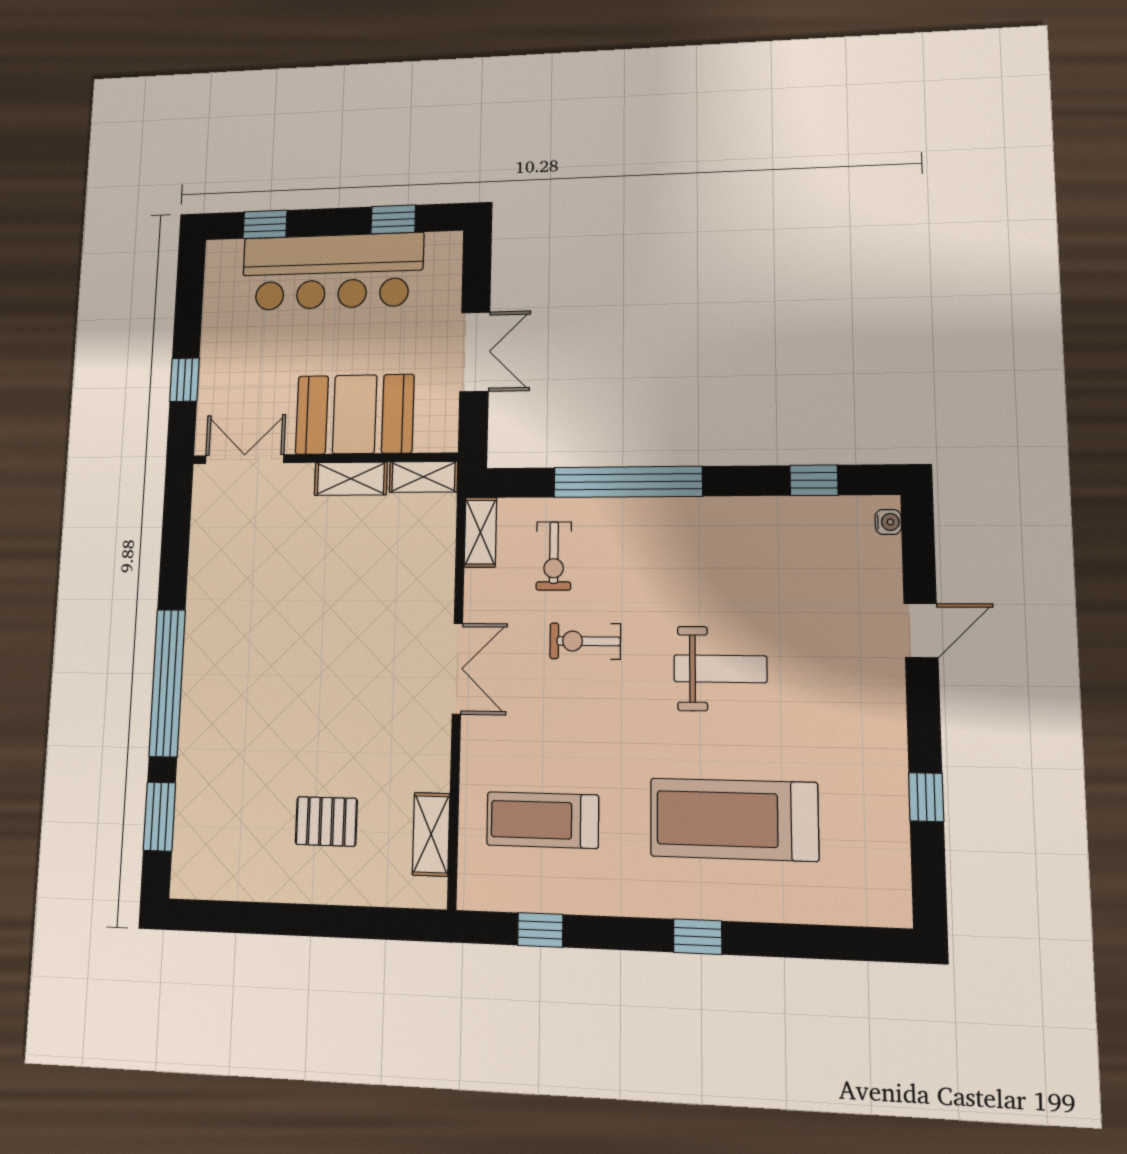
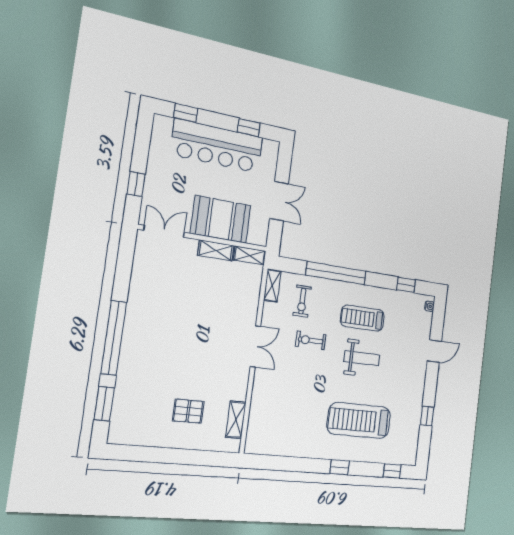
treadmill: (543, 820) -> (362, 318), moved
window: (540, 930) -> (392, 471), moved

